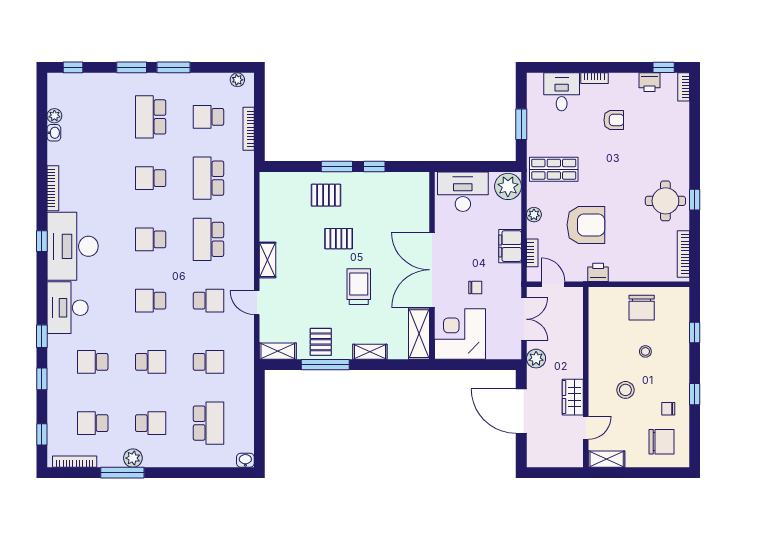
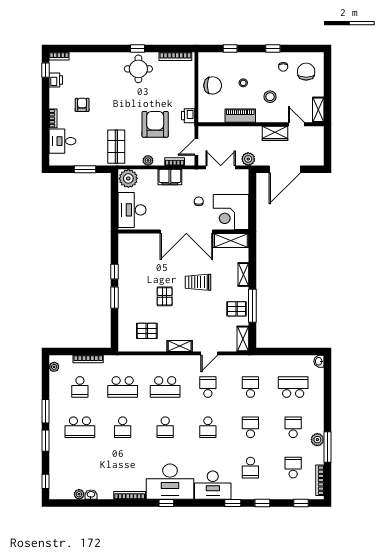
pallet: (326, 195) -> (147, 331), moved, turned 90
piano: (598, 347) -> (240, 116), added
school desk: (93, 423) -> (293, 468), turned 180

